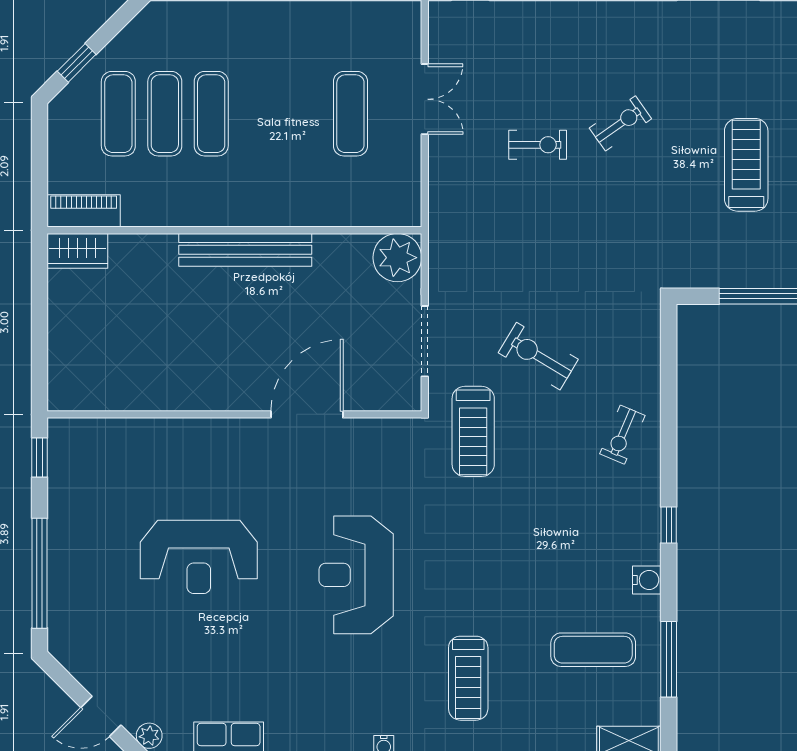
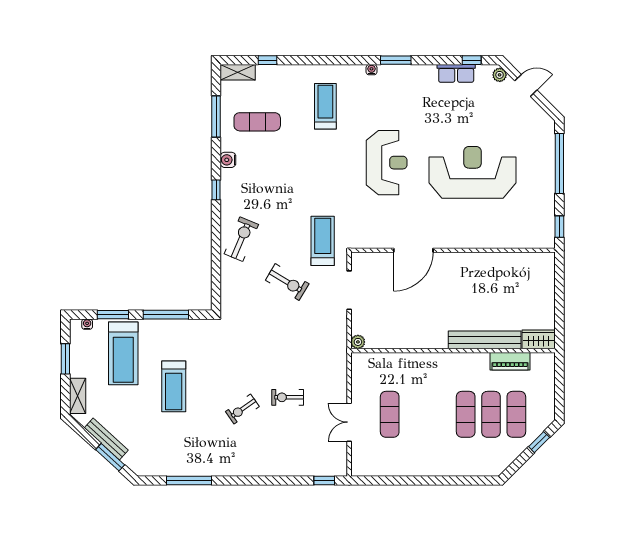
piano: (84, 211) -> (510, 361), moved
bench: (245, 250) -> (485, 340), moved
plant: (397, 258) -> (358, 342), width x0.53, depth x0.53
exercise bike: (622, 435) -> (241, 239), width x1.38, depth x1.39
reception desk: (199, 557) -> (472, 172), width x1.36, depth x1.30

